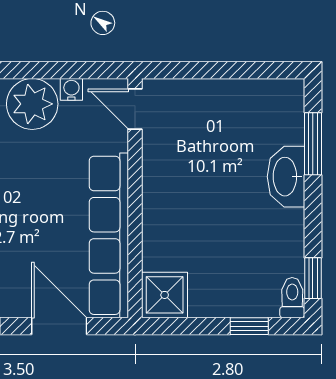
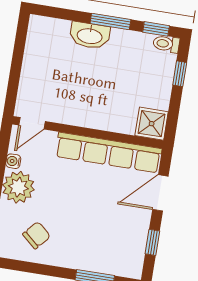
window: (313, 144) -> (110, 22), moved

